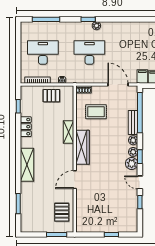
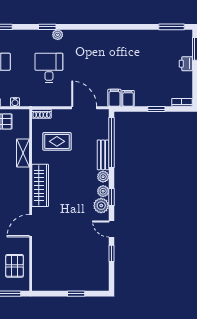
desk: (89, 53) -> (49, 68), width x0.73
shelving: (68, 132) -> (23, 153), moved

